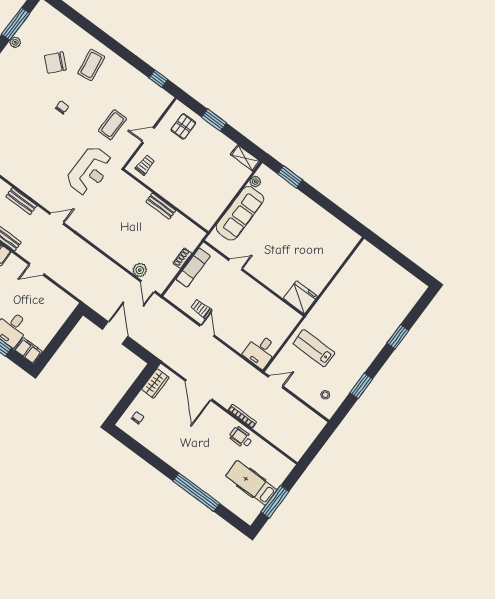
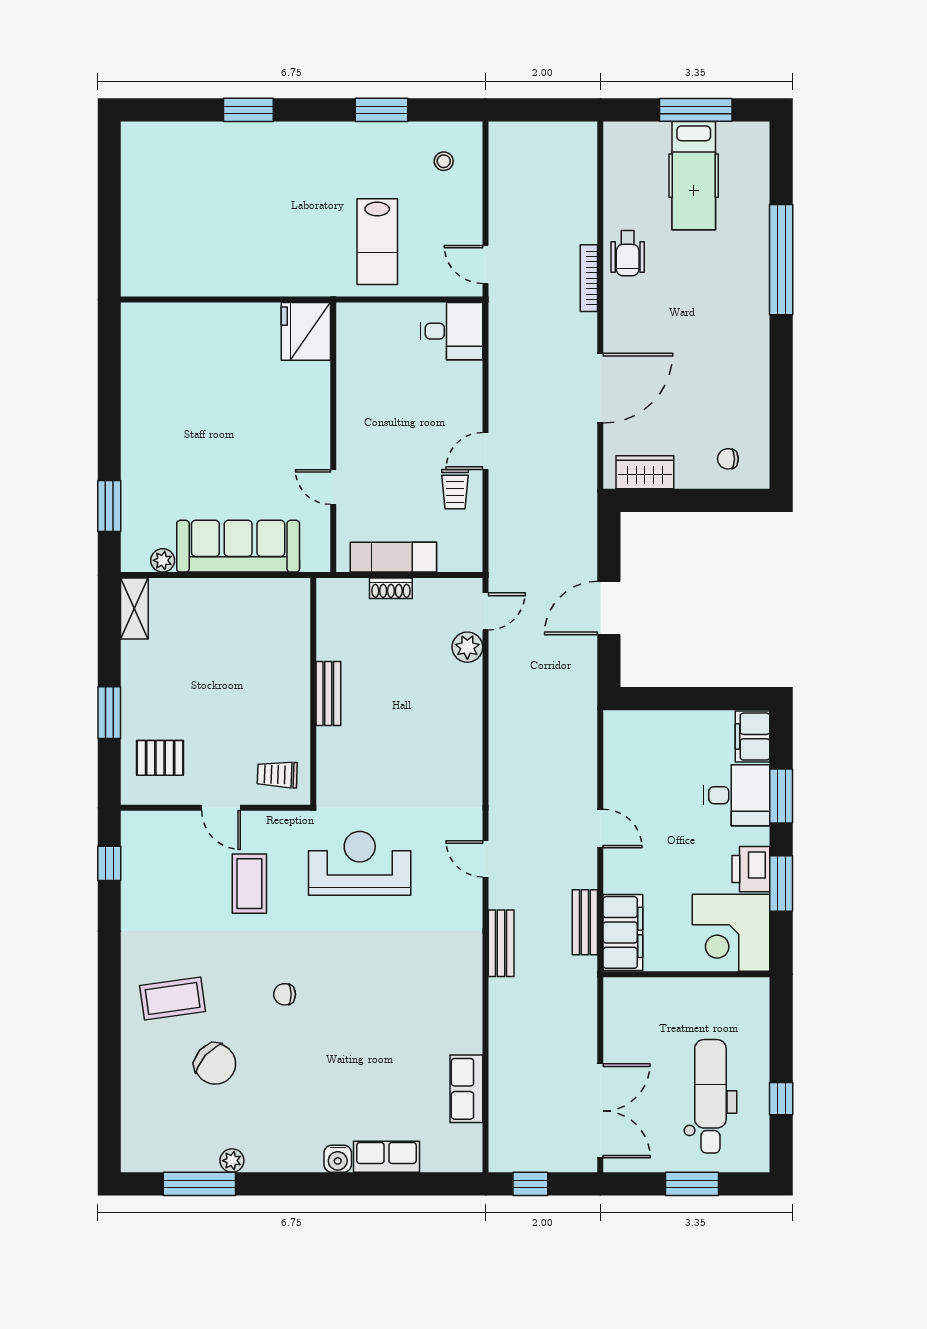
coffee table: (112, 125) -> (249, 884), turned 90

